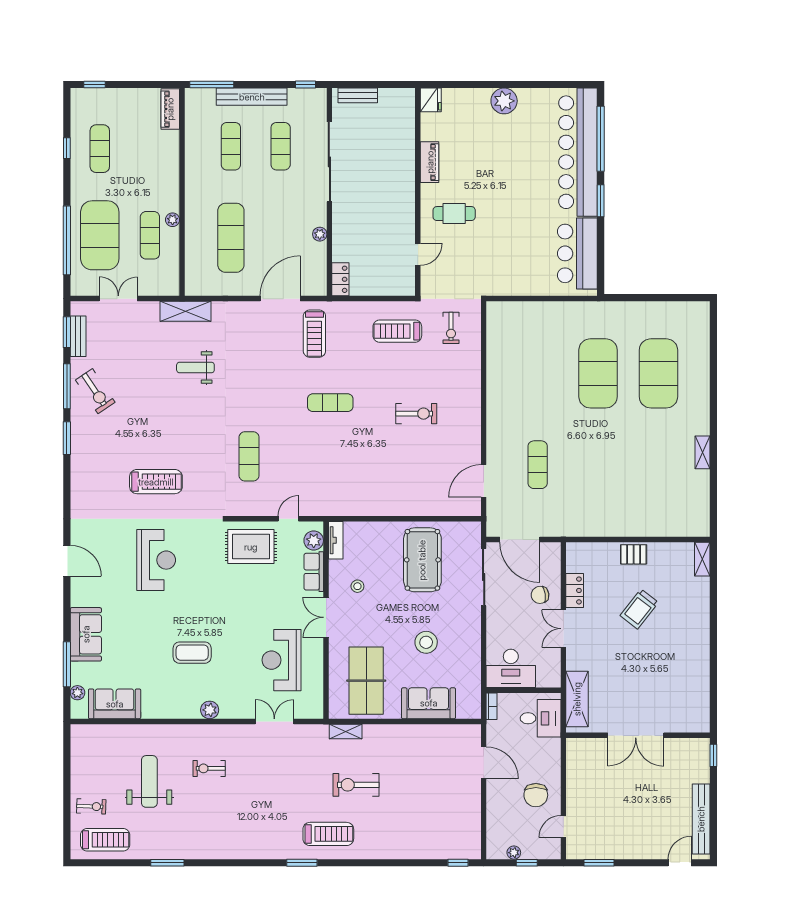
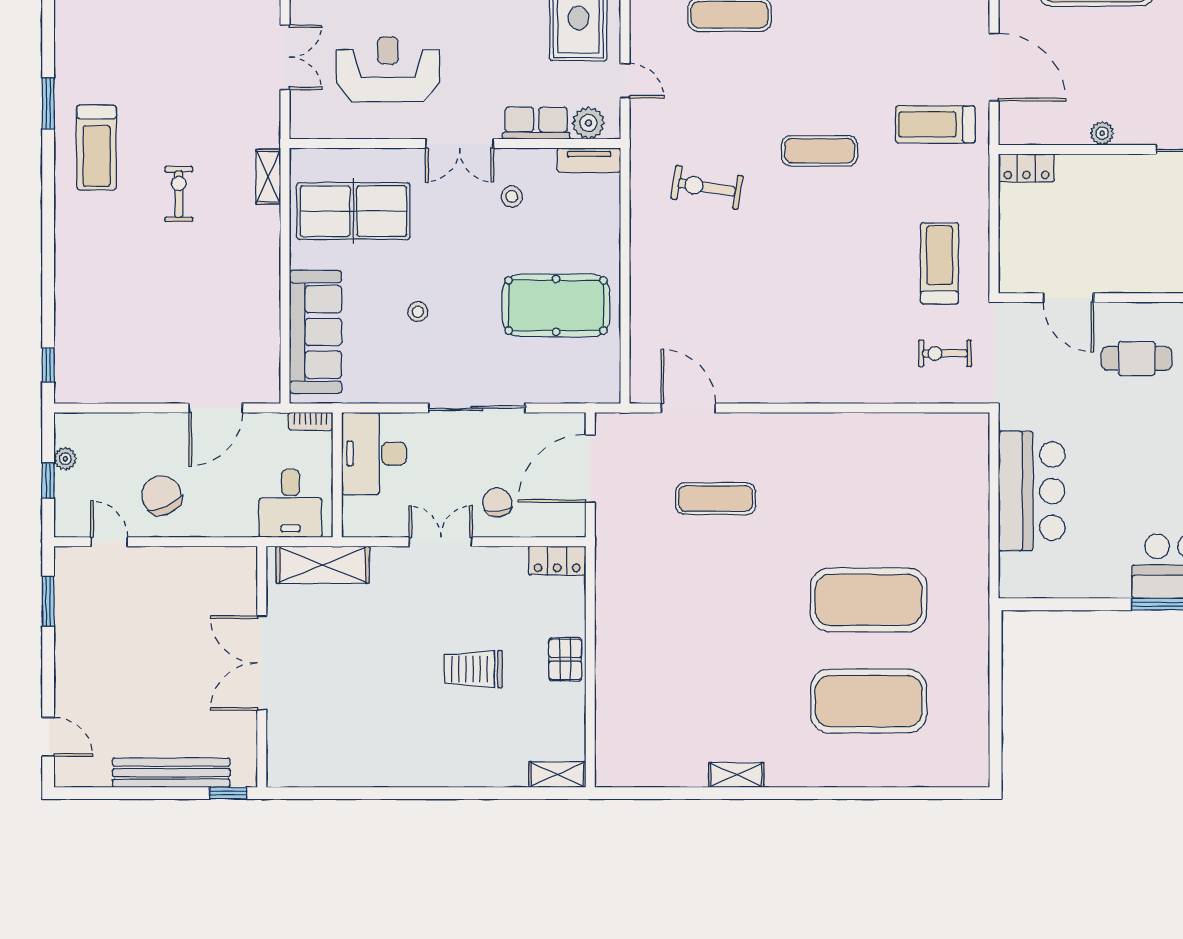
cafe table: (454, 214) -> (1137, 359), turned 90
bar counter: (577, 253) -> (1032, 491), moved, turned 90
door: (418, 254) -> (1068, 298), width x1.38
exercise mat: (330, 403) -> (819, 151), turned 90
exercise bike: (416, 414) -> (707, 187), moved, turned 99
sliding door: (484, 577) -> (477, 408), moved
locker: (575, 590) -> (557, 561), moved
trolley: (639, 609) -> (474, 669), turned -38
double door: (326, 617) -> (460, 144), swing flipped
stool: (426, 642) -> (418, 312), width x0.53, depth x0.53
sofa: (429, 703) -> (315, 332), width x1.36
exercise bike: (356, 785) -> (179, 194), width x0.73, depth x0.72
chair: (536, 795) -> (162, 495), turned 66
bench: (701, 819) -> (171, 773), moved

